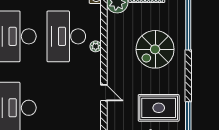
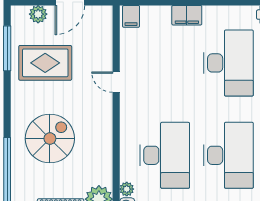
plant: (96, 46) -> (127, 189), moved

